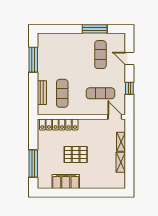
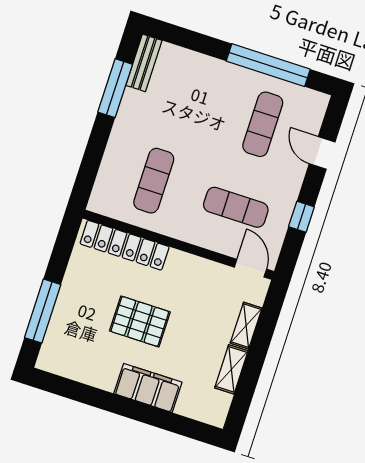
window: (95, 29) -> (268, 65), width x1.46
bench: (42, 93) -> (144, 63), moved
filing cabinet: (66, 181) -> (148, 388), moved

